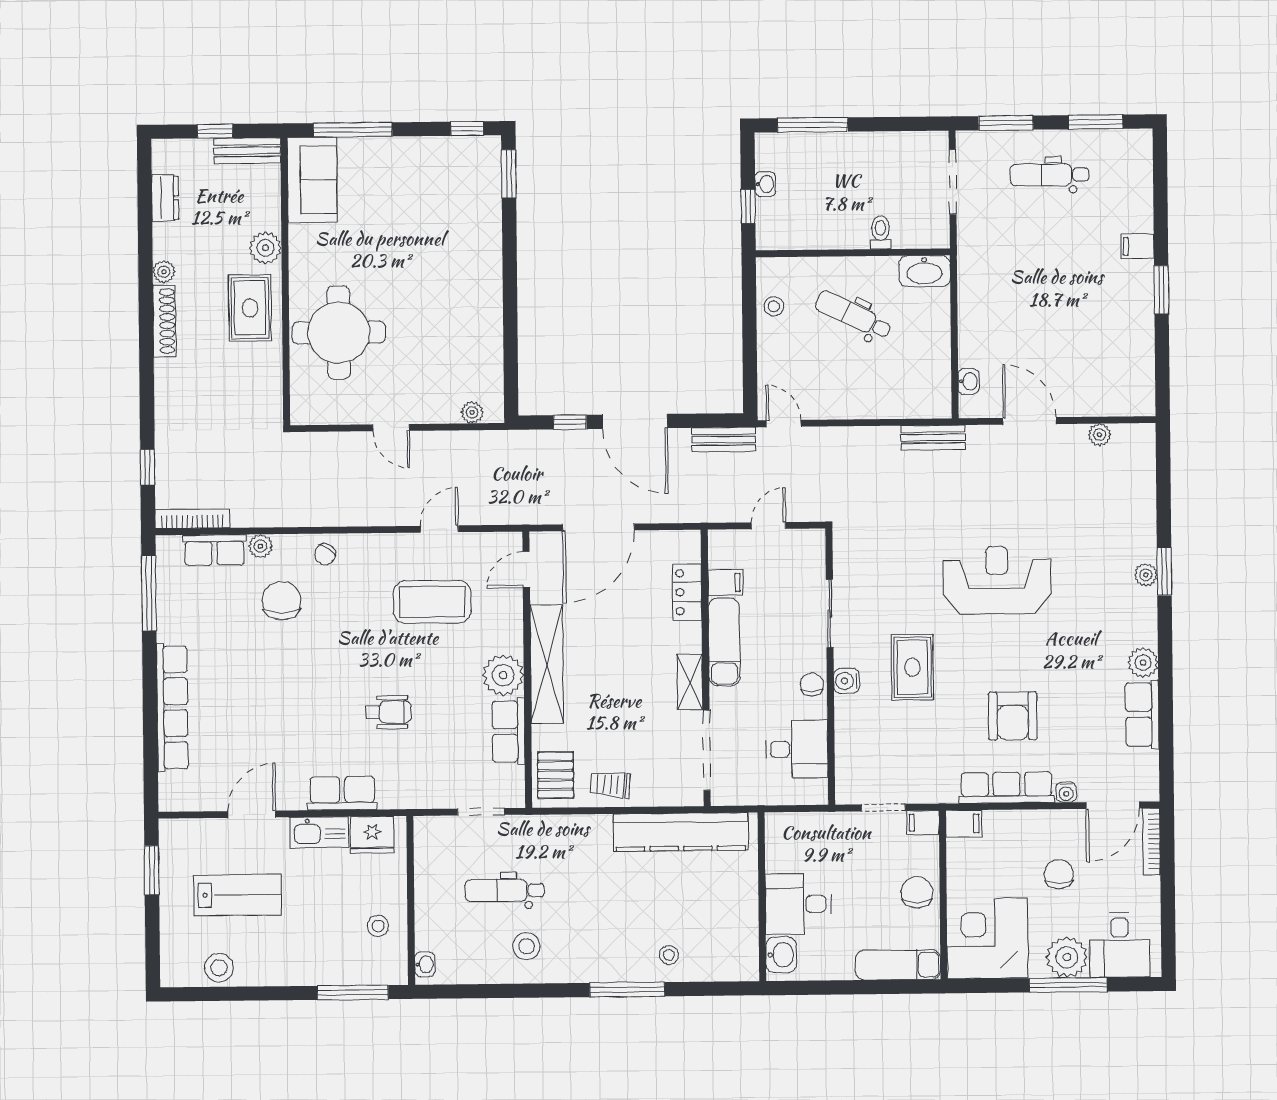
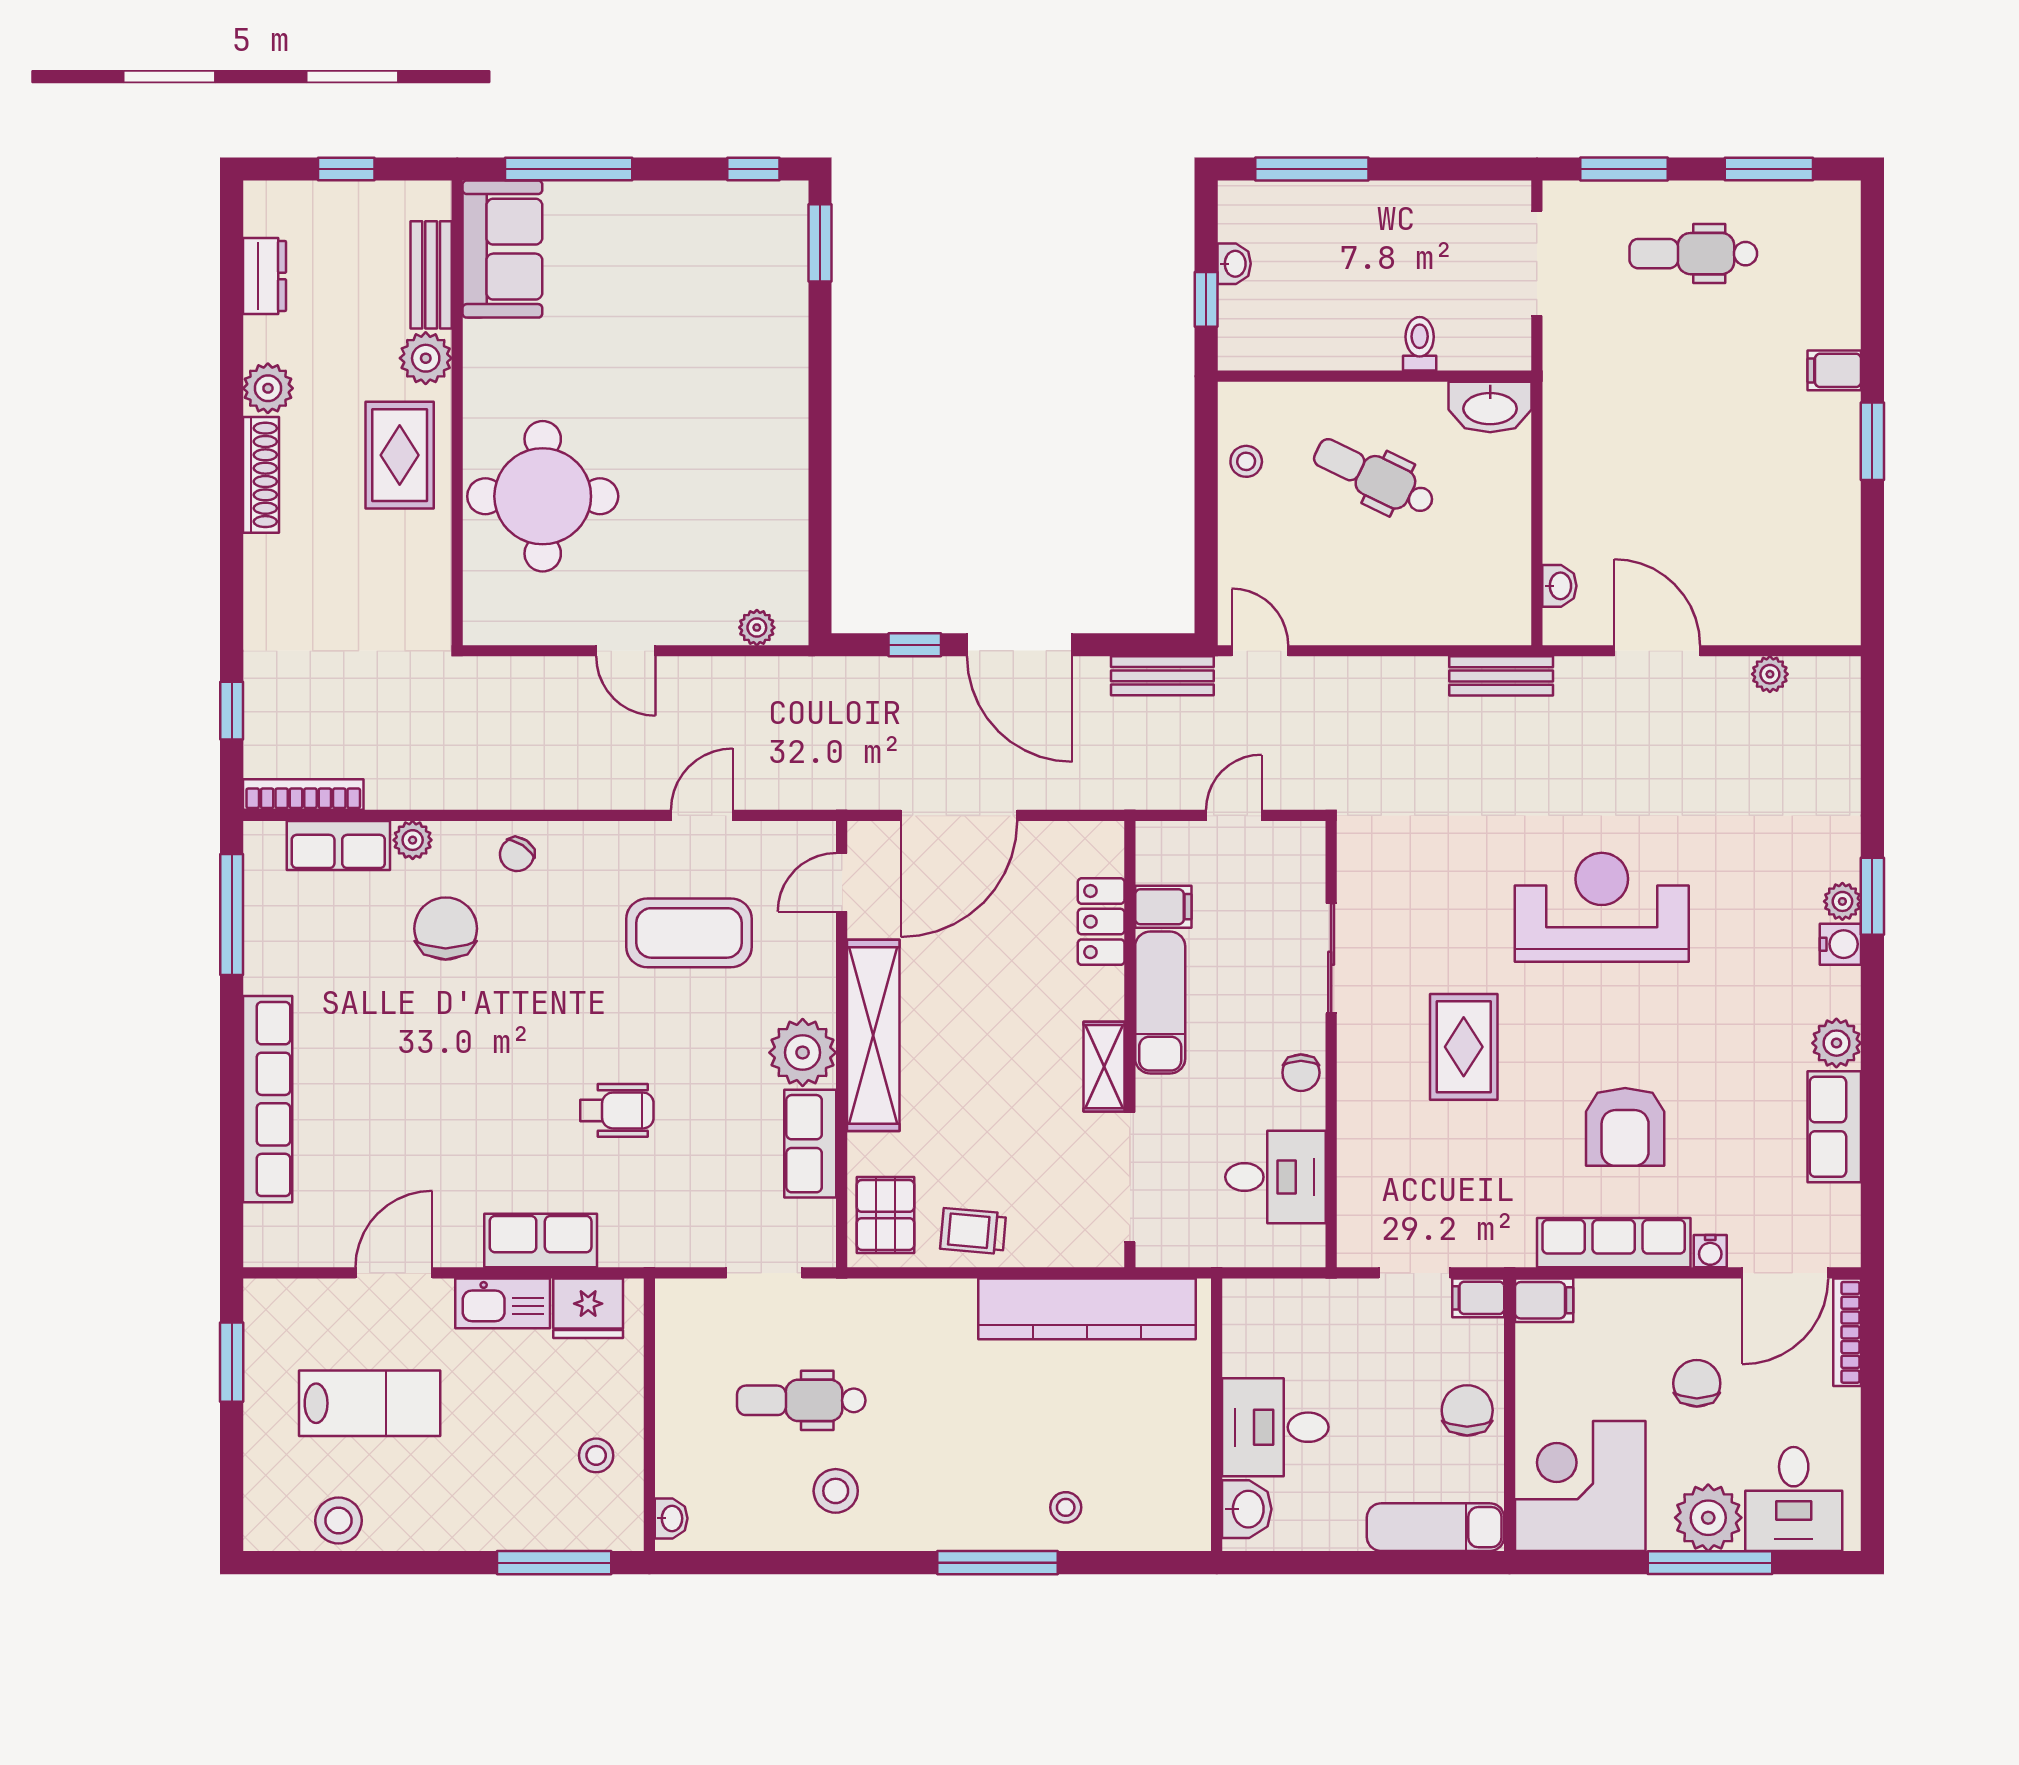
bench: (247, 151) -> (431, 275), moved, turned 90
plant: (164, 272) -> (268, 388), width x1.38, depth x1.38
water cooler: (847, 681) -> (1840, 944), moved, turned 180
chair: (812, 684) -> (1301, 1073), turned 180

